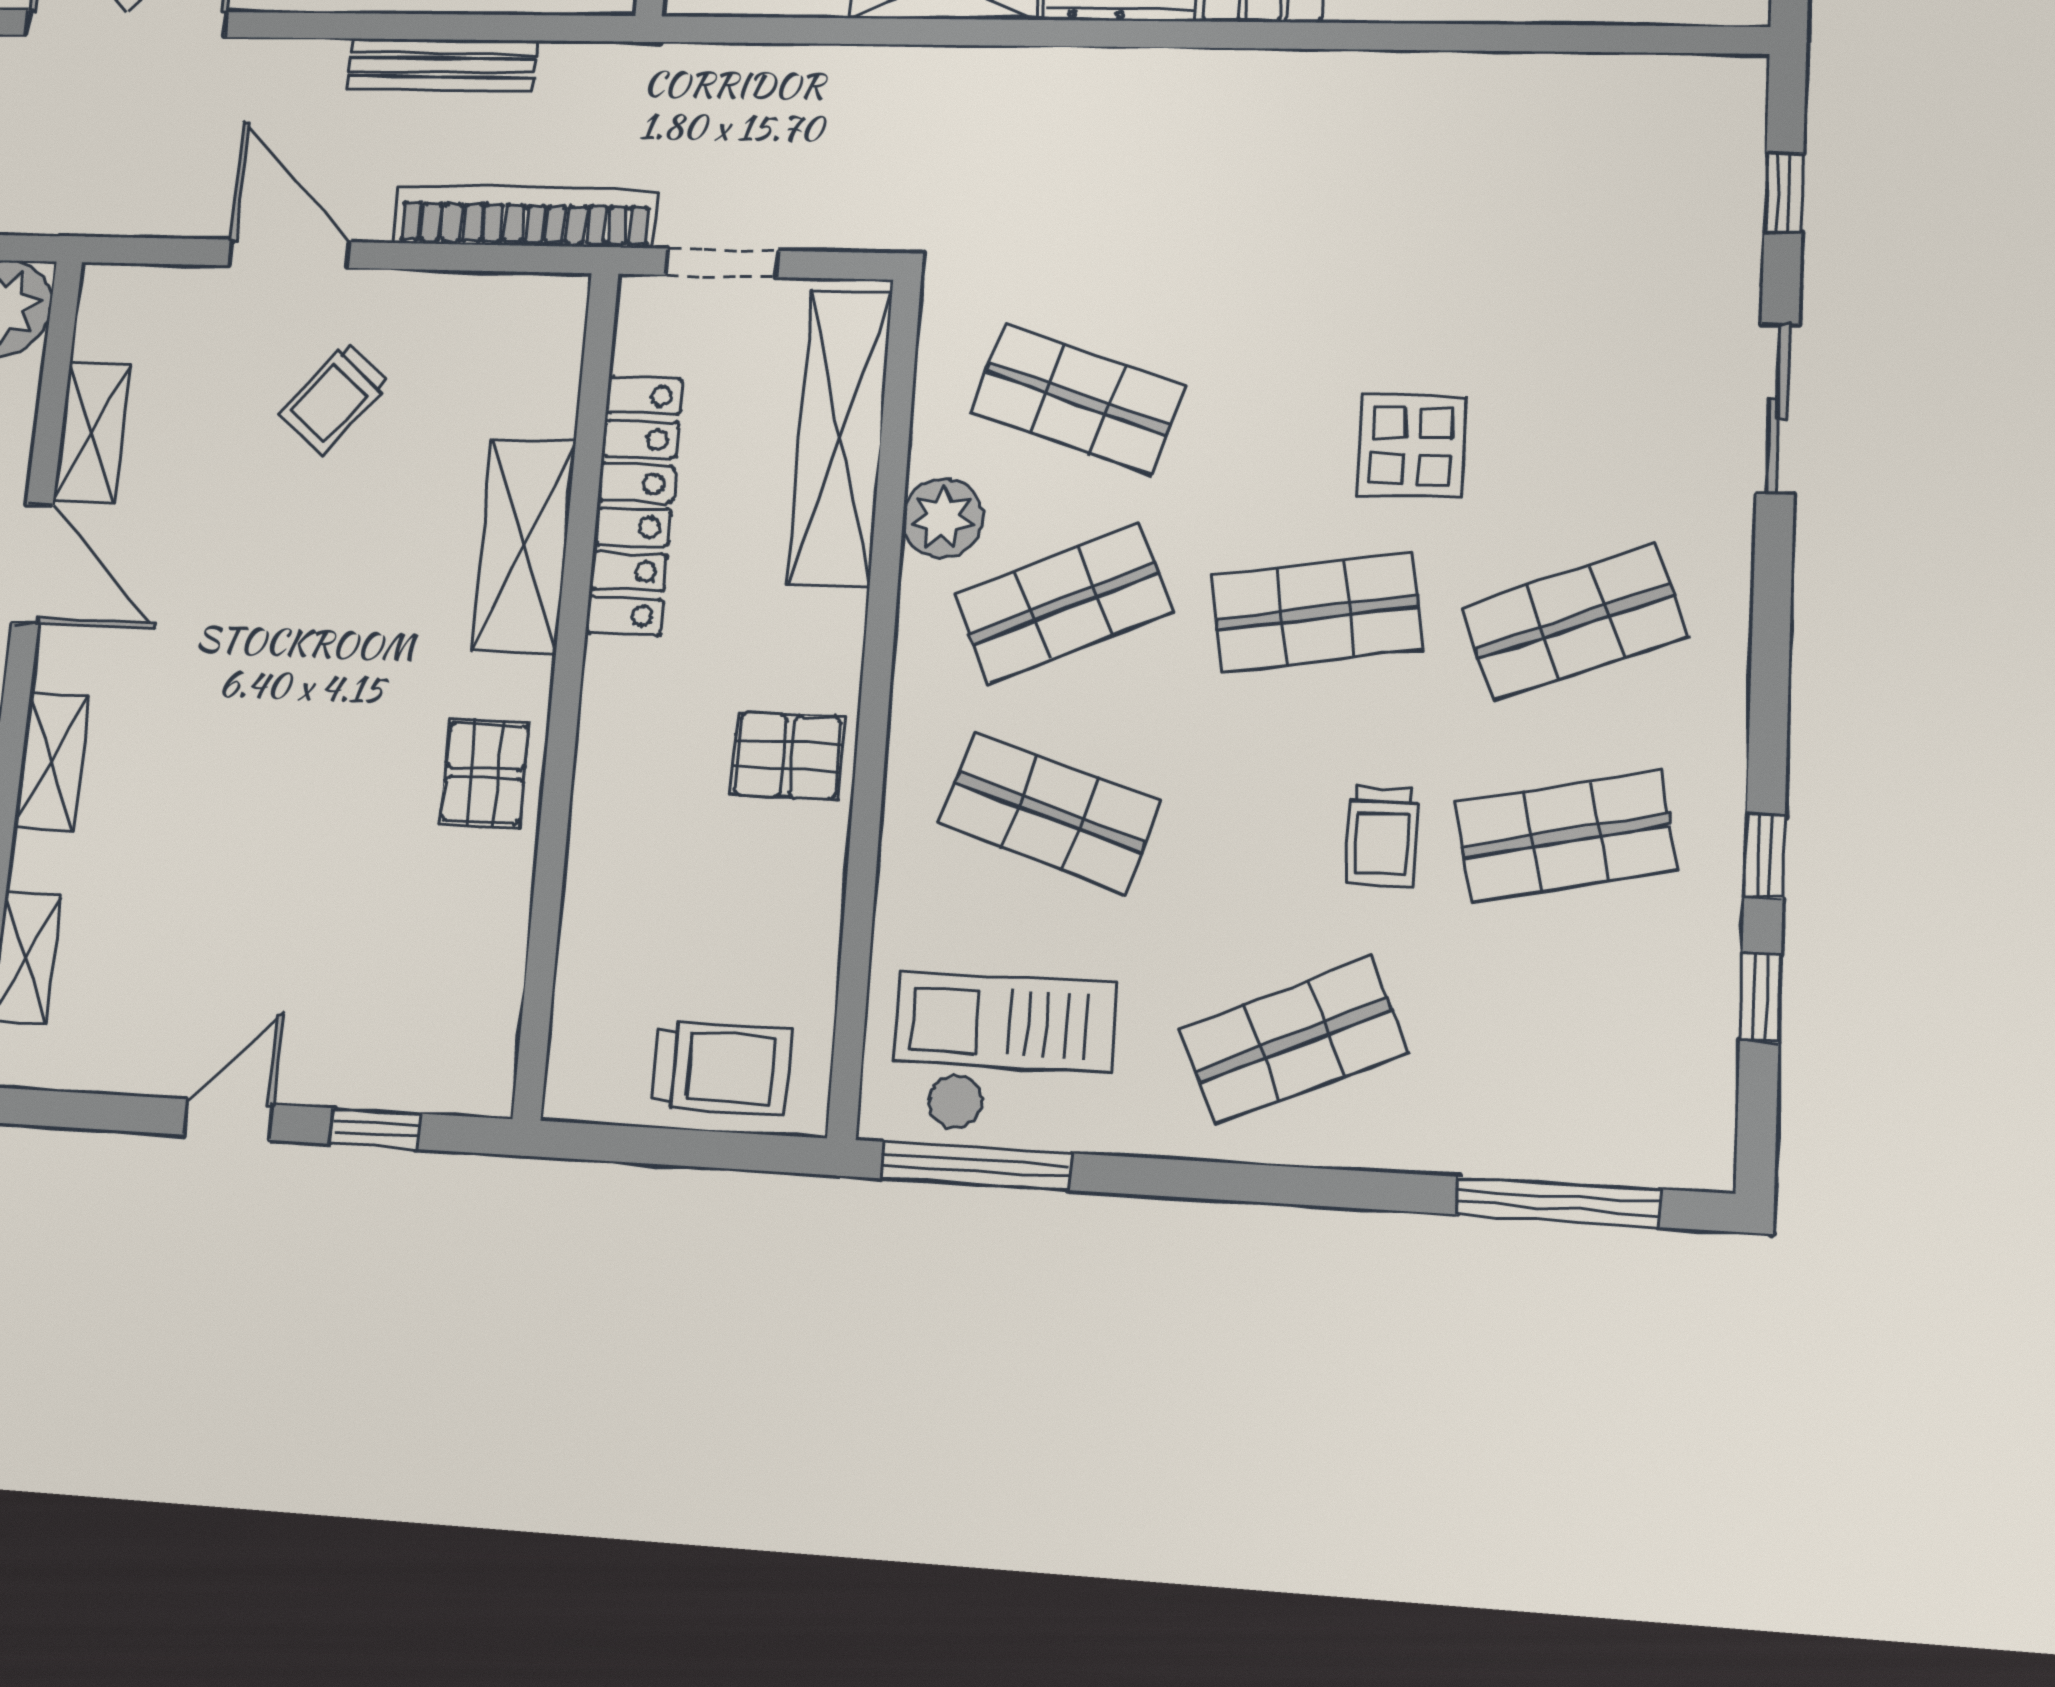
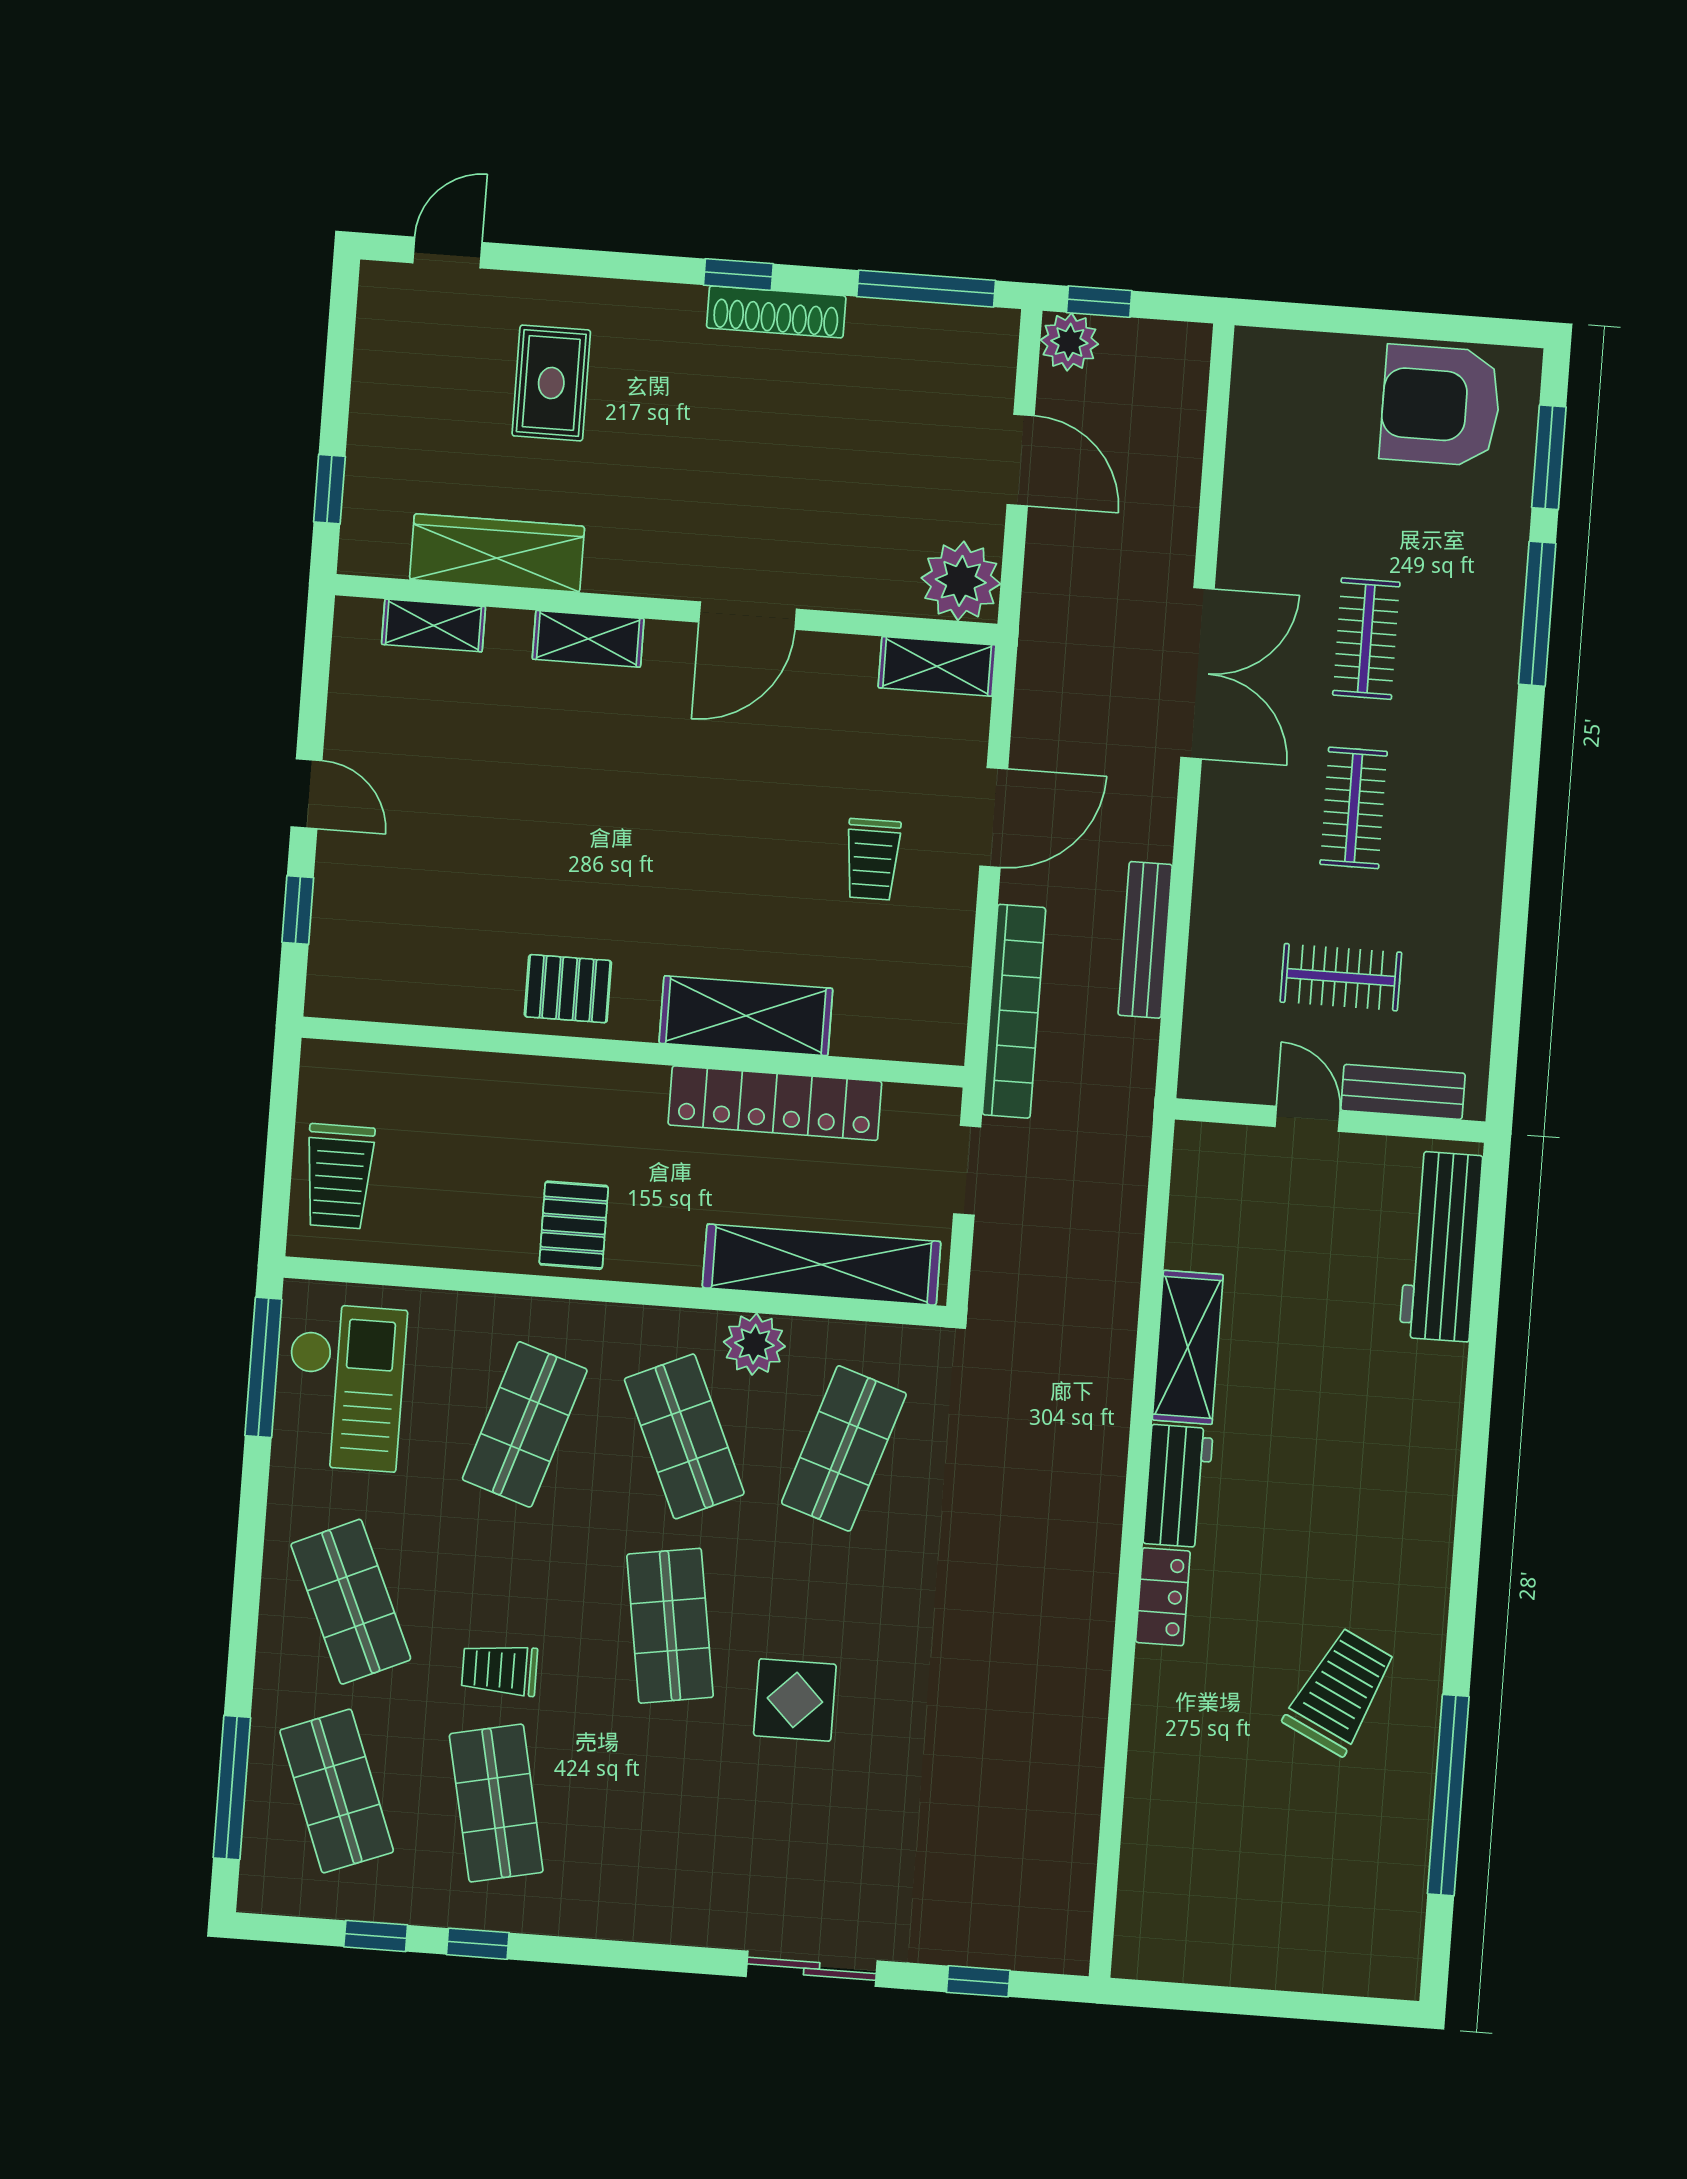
trolley: (334, 398) -> (872, 859), turned -130
shelving: (92, 432) -> (937, 666), moved
shop shelf: (1575, 622) -> (337, 1791), moved

